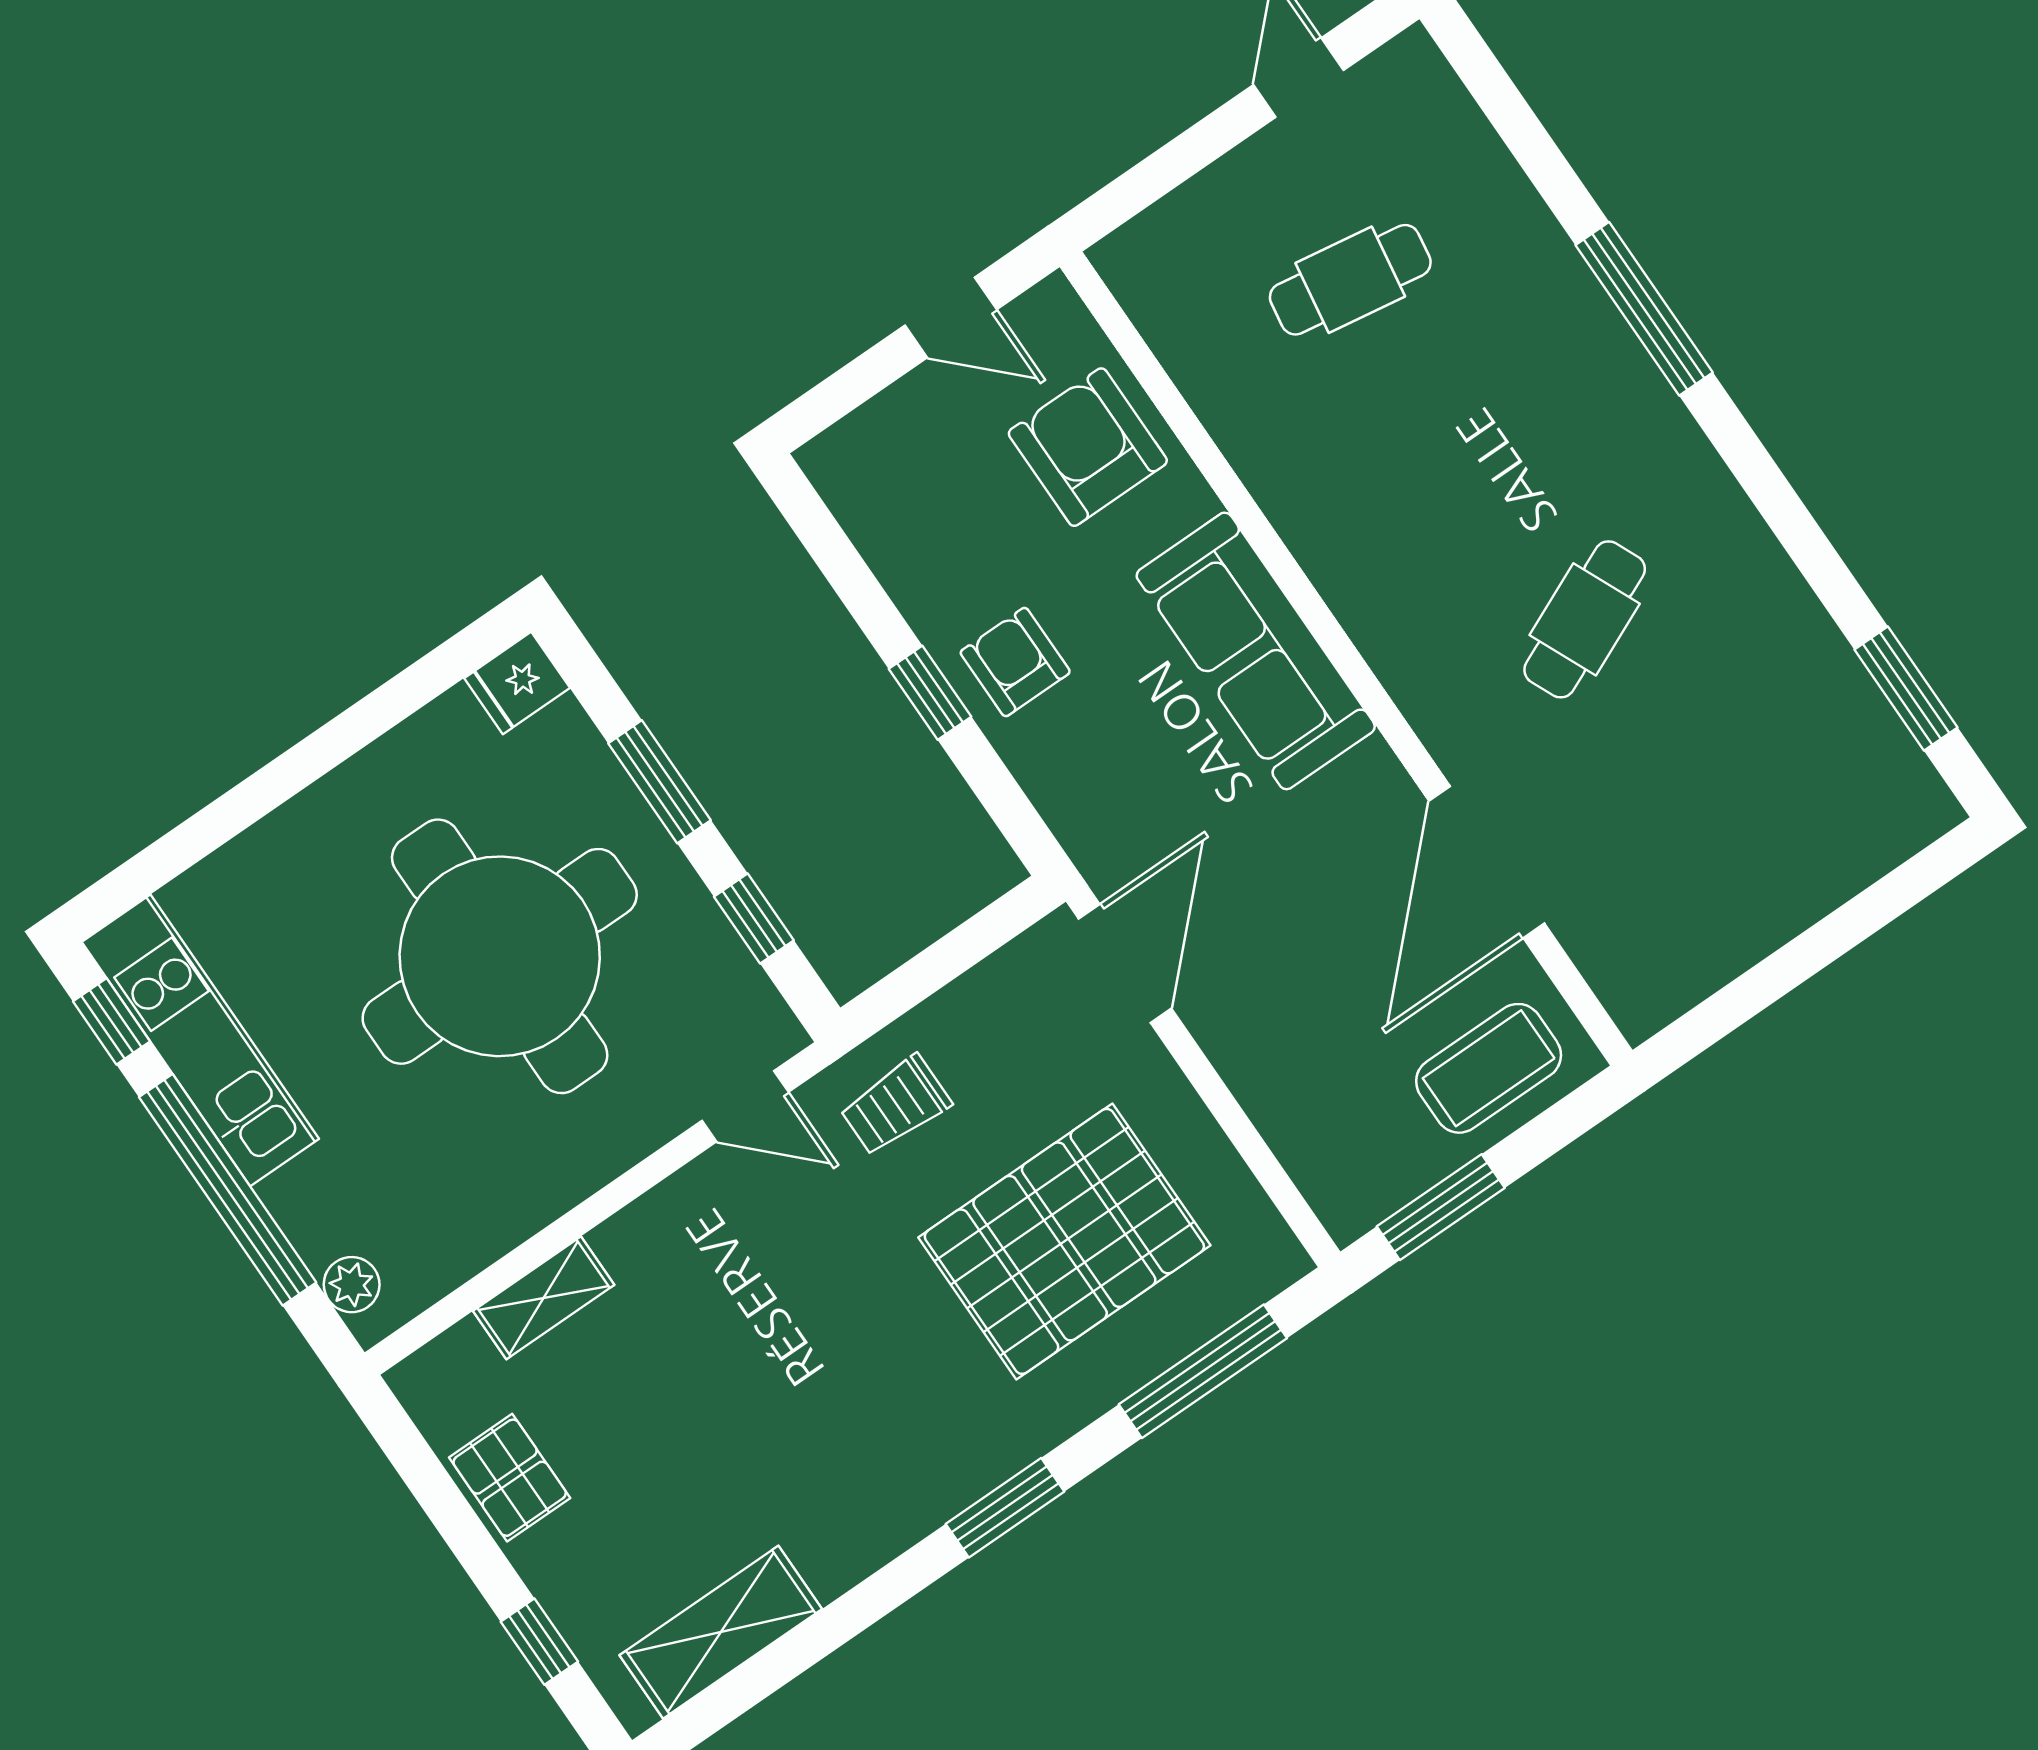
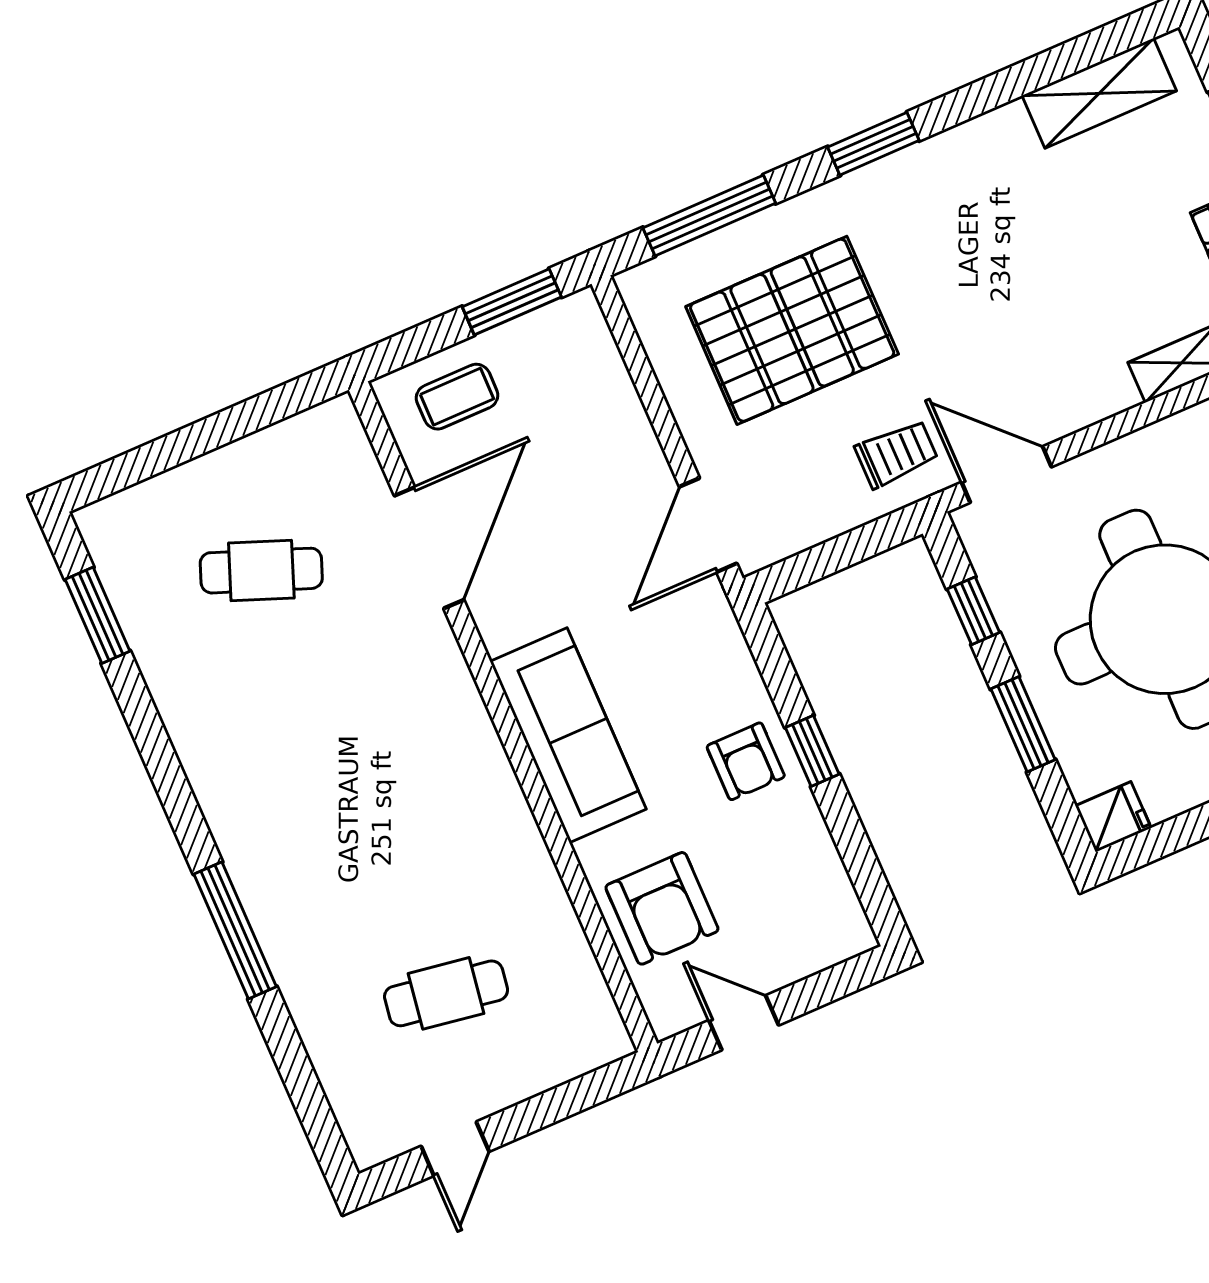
cafe table: (1585, 619) -> (261, 571), moved, turned 45
coffee table: (1489, 1068) -> (457, 397), width x0.73, depth x0.77
door: (745, 1106) -> (1006, 475), width x1.38

